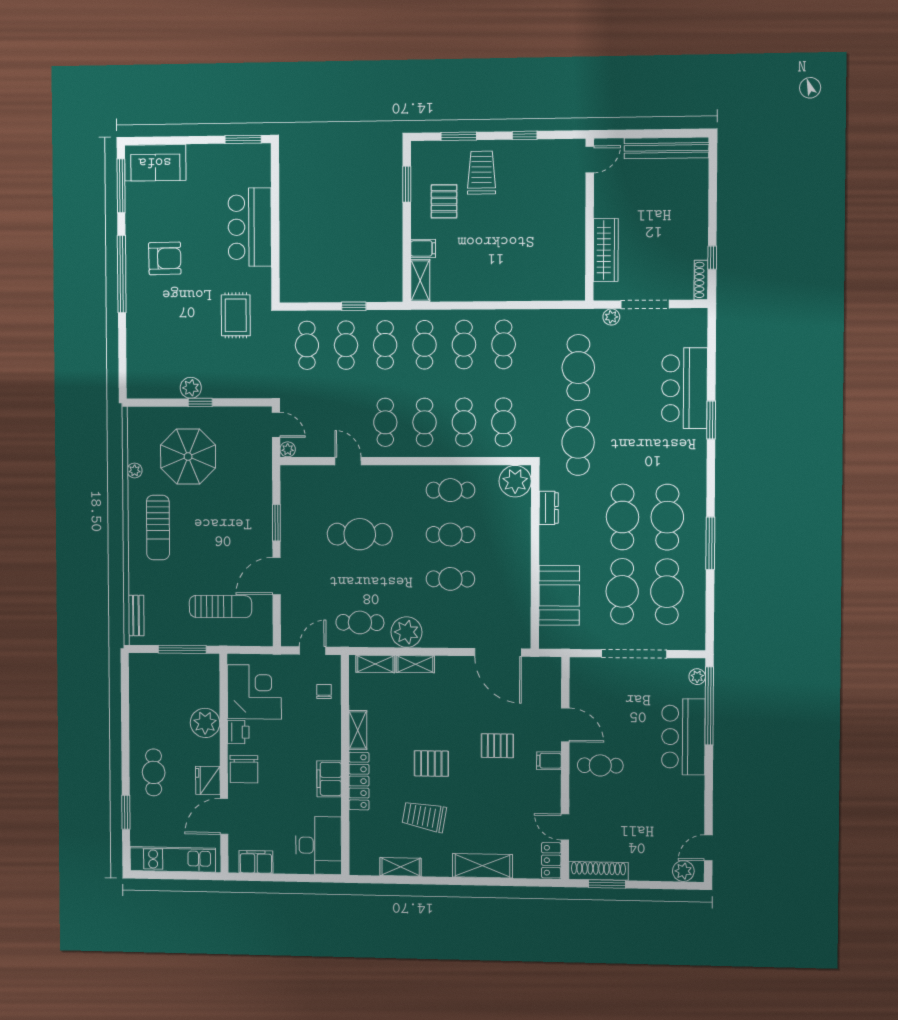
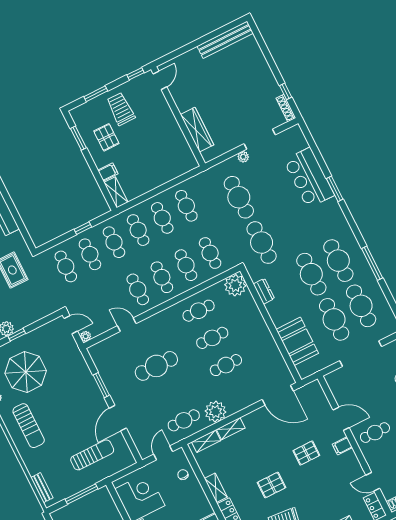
door: (590, 159) -> (160, 80), moved
wall: (590, 220) -> (178, 116), moved
wardrobe: (606, 250) -> (197, 130), moved

